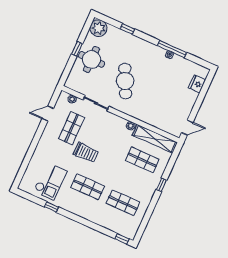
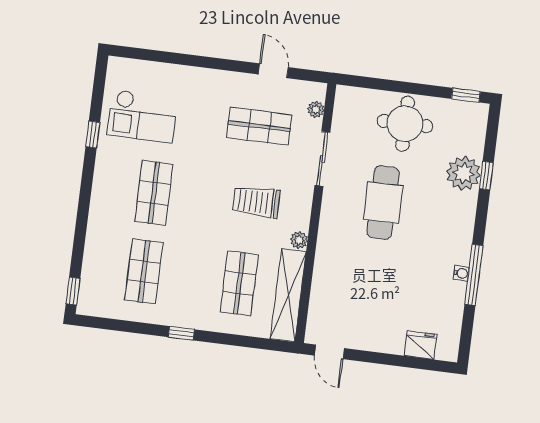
plant: (99, 28) -> (464, 173), moved
window: (77, 49) -> (466, 95), moved
cafe table: (125, 81) -> (383, 202), turned -64
trolley: (86, 153) -> (256, 202), moved, turned 90
window: (161, 185) -> (181, 333), moved

